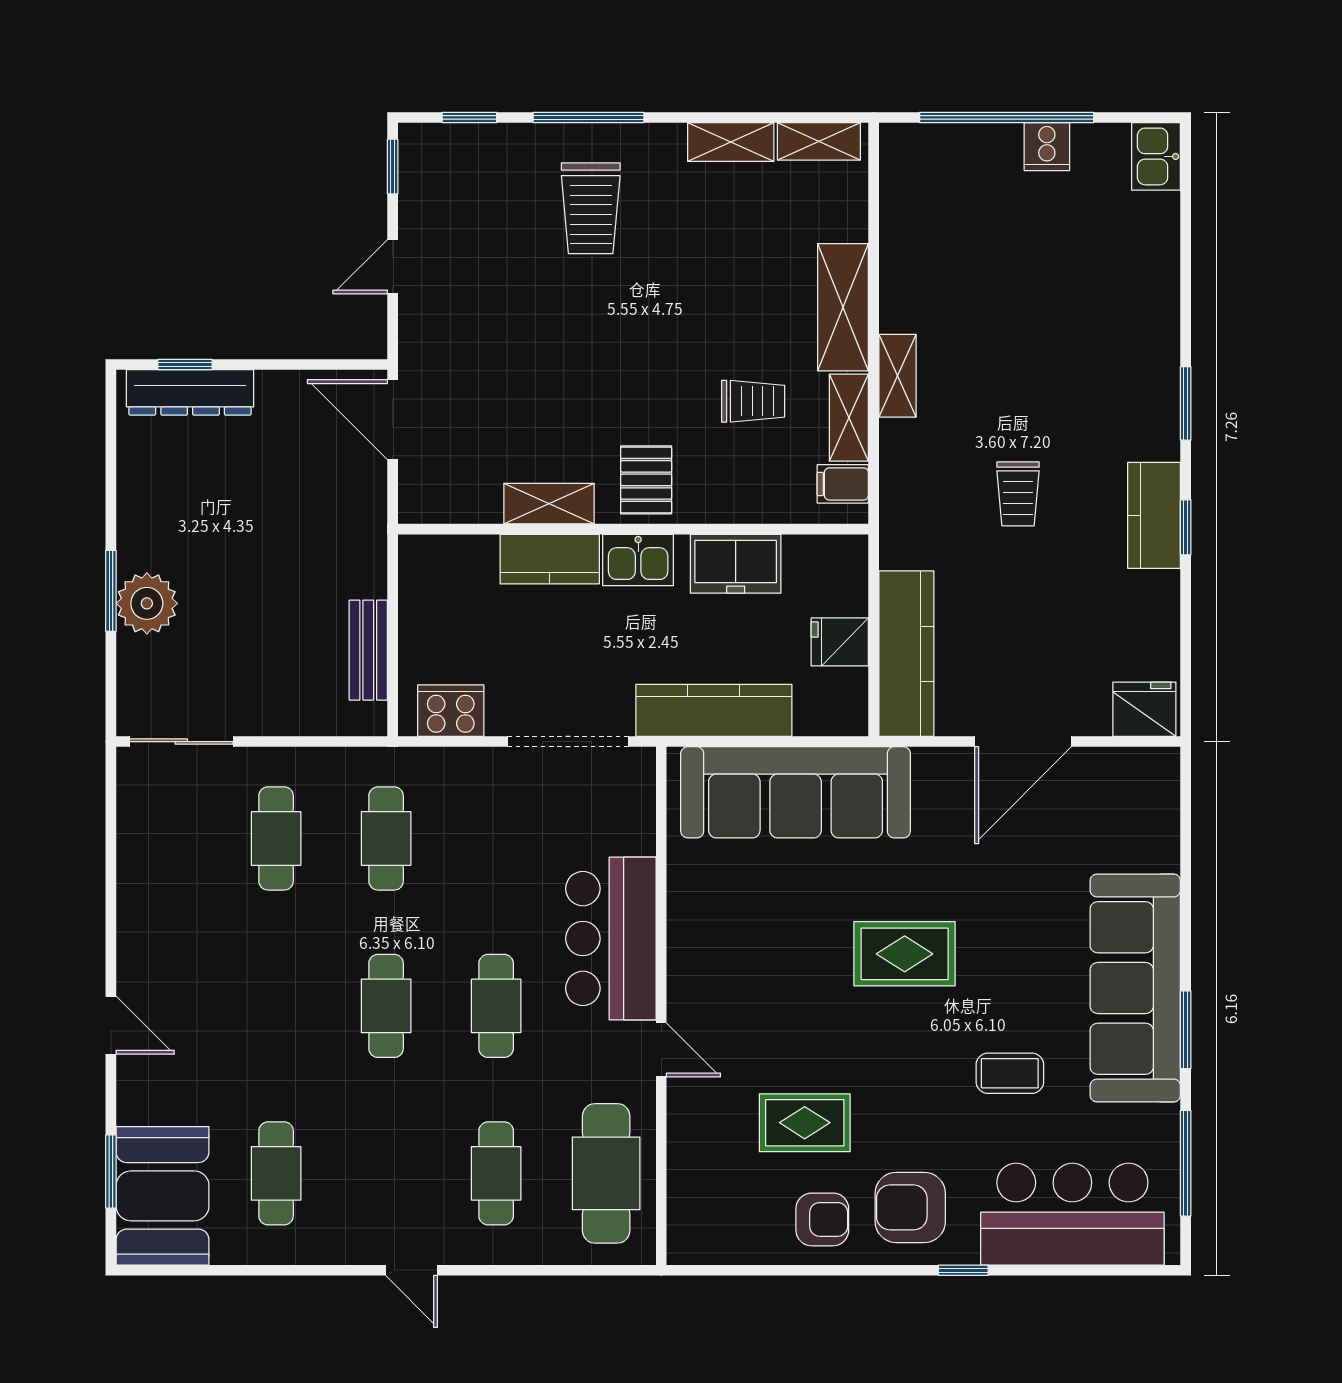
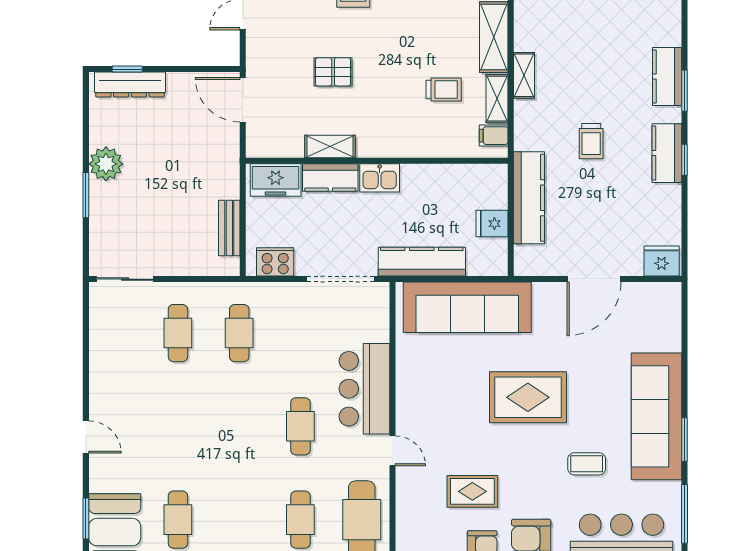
kitchen counter: (1154, 378) -> (667, 76), added
pallet: (646, 480) -> (333, 72), moved, turned 90
freezer: (736, 564) -> (276, 180), moved
plant: (147, 603) -> (106, 164), moved
kitchen counter: (906, 654) -> (529, 198), moved
rug: (905, 954) -> (528, 397), width x1.36, depth x1.43
cafe table: (386, 1006) -> (239, 426), removed

